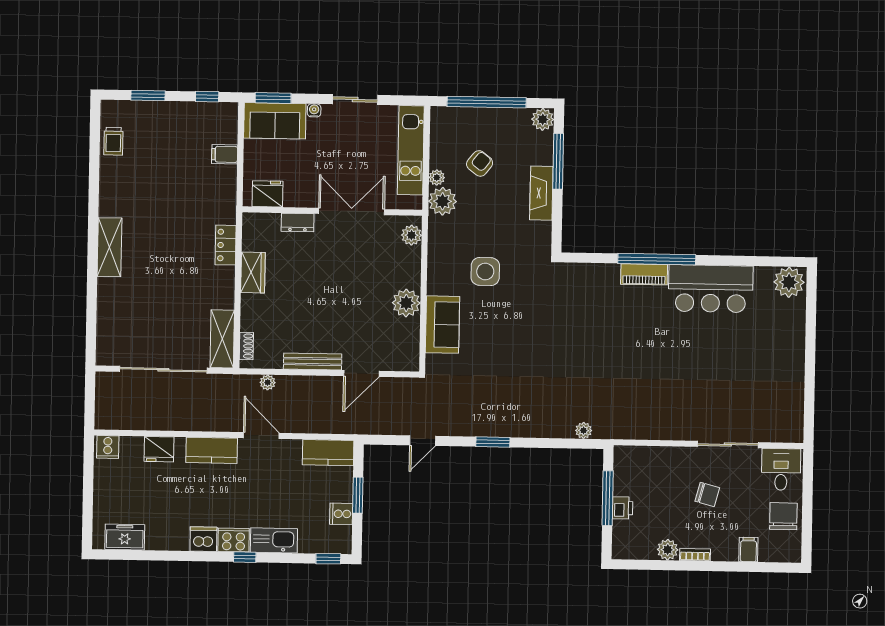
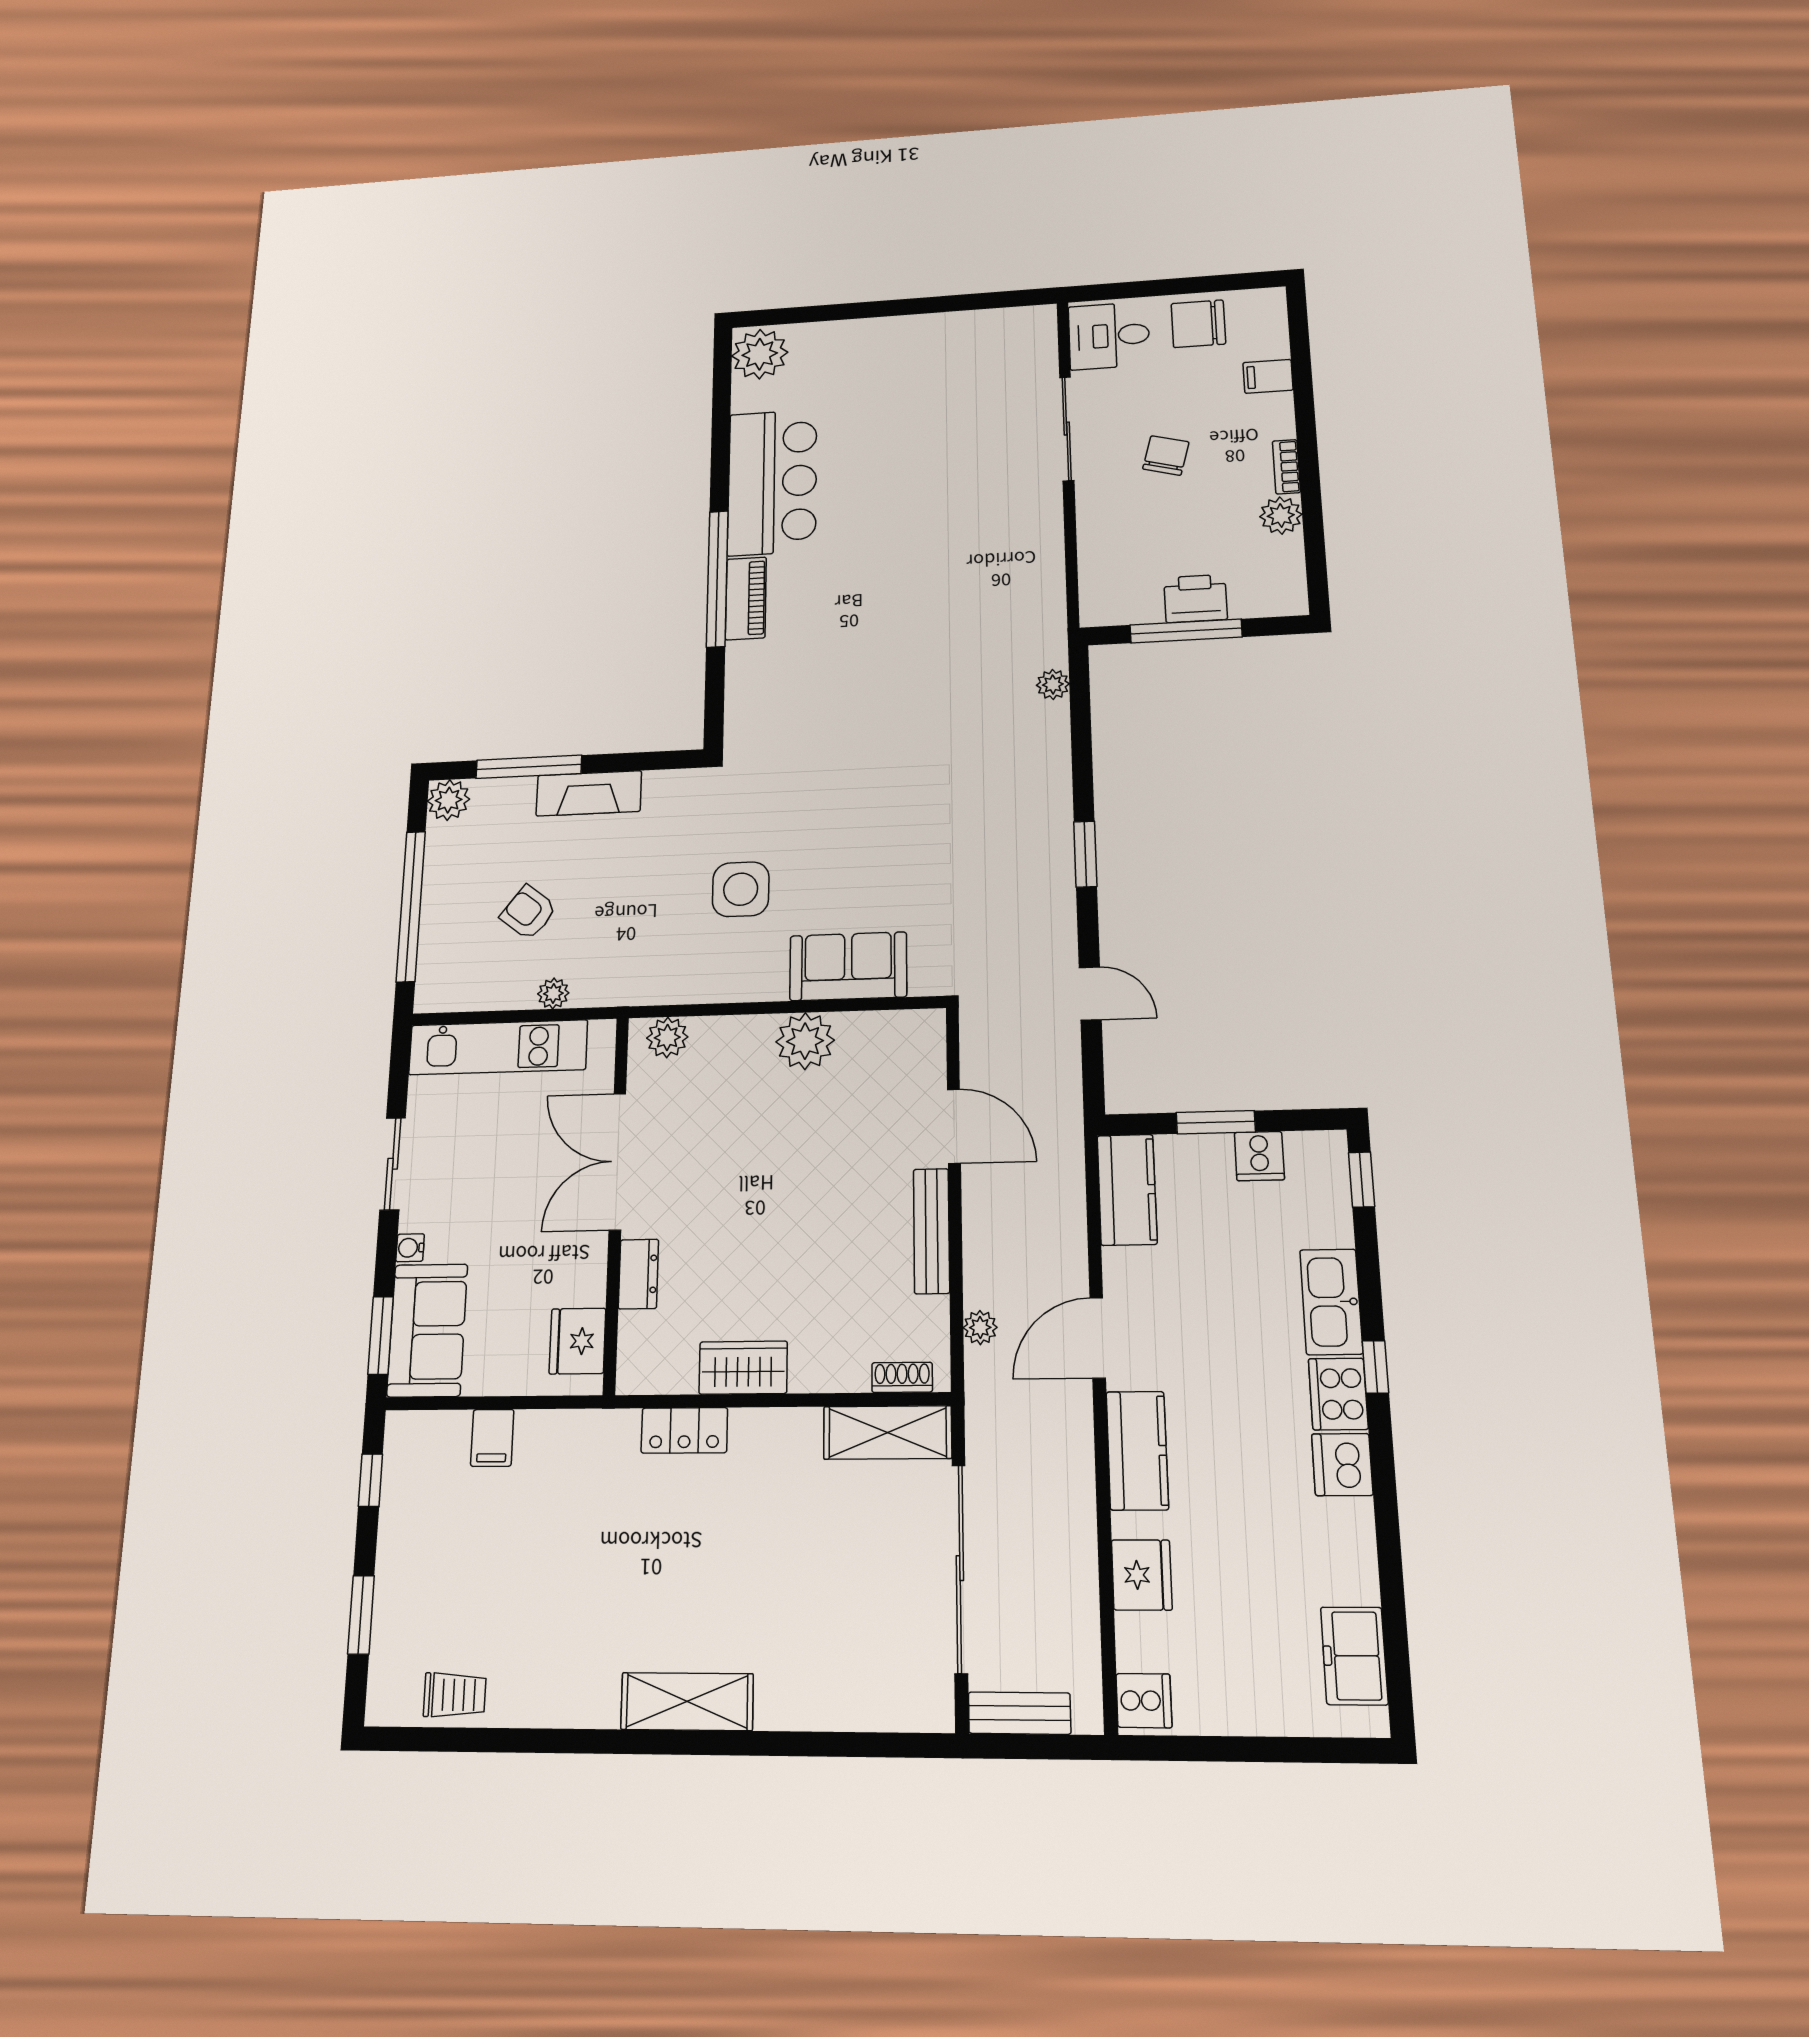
plant: (443, 201) -> (601, 980), removed
bench: (103, 393) -> (1019, 1713), added
printer: (622, 508) -> (1195, 599), width x1.36, depth x1.24

